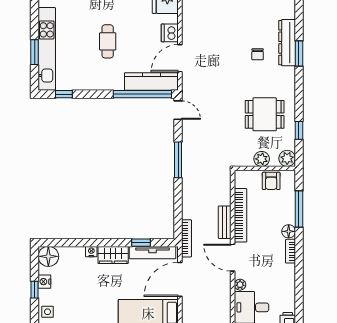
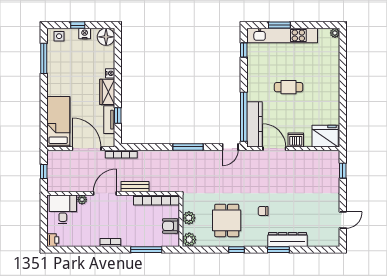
chair: (258, 54) -> (263, 211), moved
window: (299, 130) -> (237, 250), moved
bookcase: (241, 215) -> (156, 200), moved
floor lamp: (289, 231) -> (127, 241), removed
tv unit: (153, 253) -> (109, 120), width x0.71

